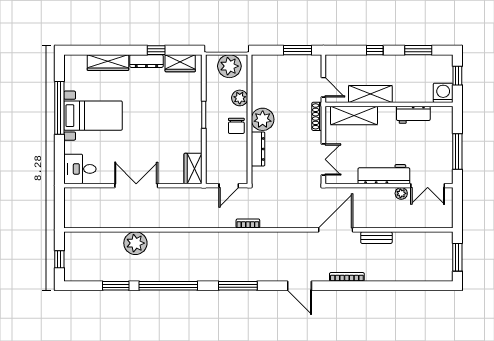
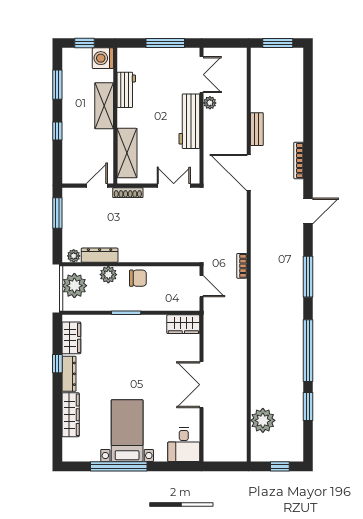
shelving: (370, 94) -> (104, 106), moved
plant: (263, 119) -> (74, 256), moved, width x0.53, depth x0.53
dresser: (258, 149) -> (100, 255), moved
plant: (135, 243) -> (263, 420), moved

